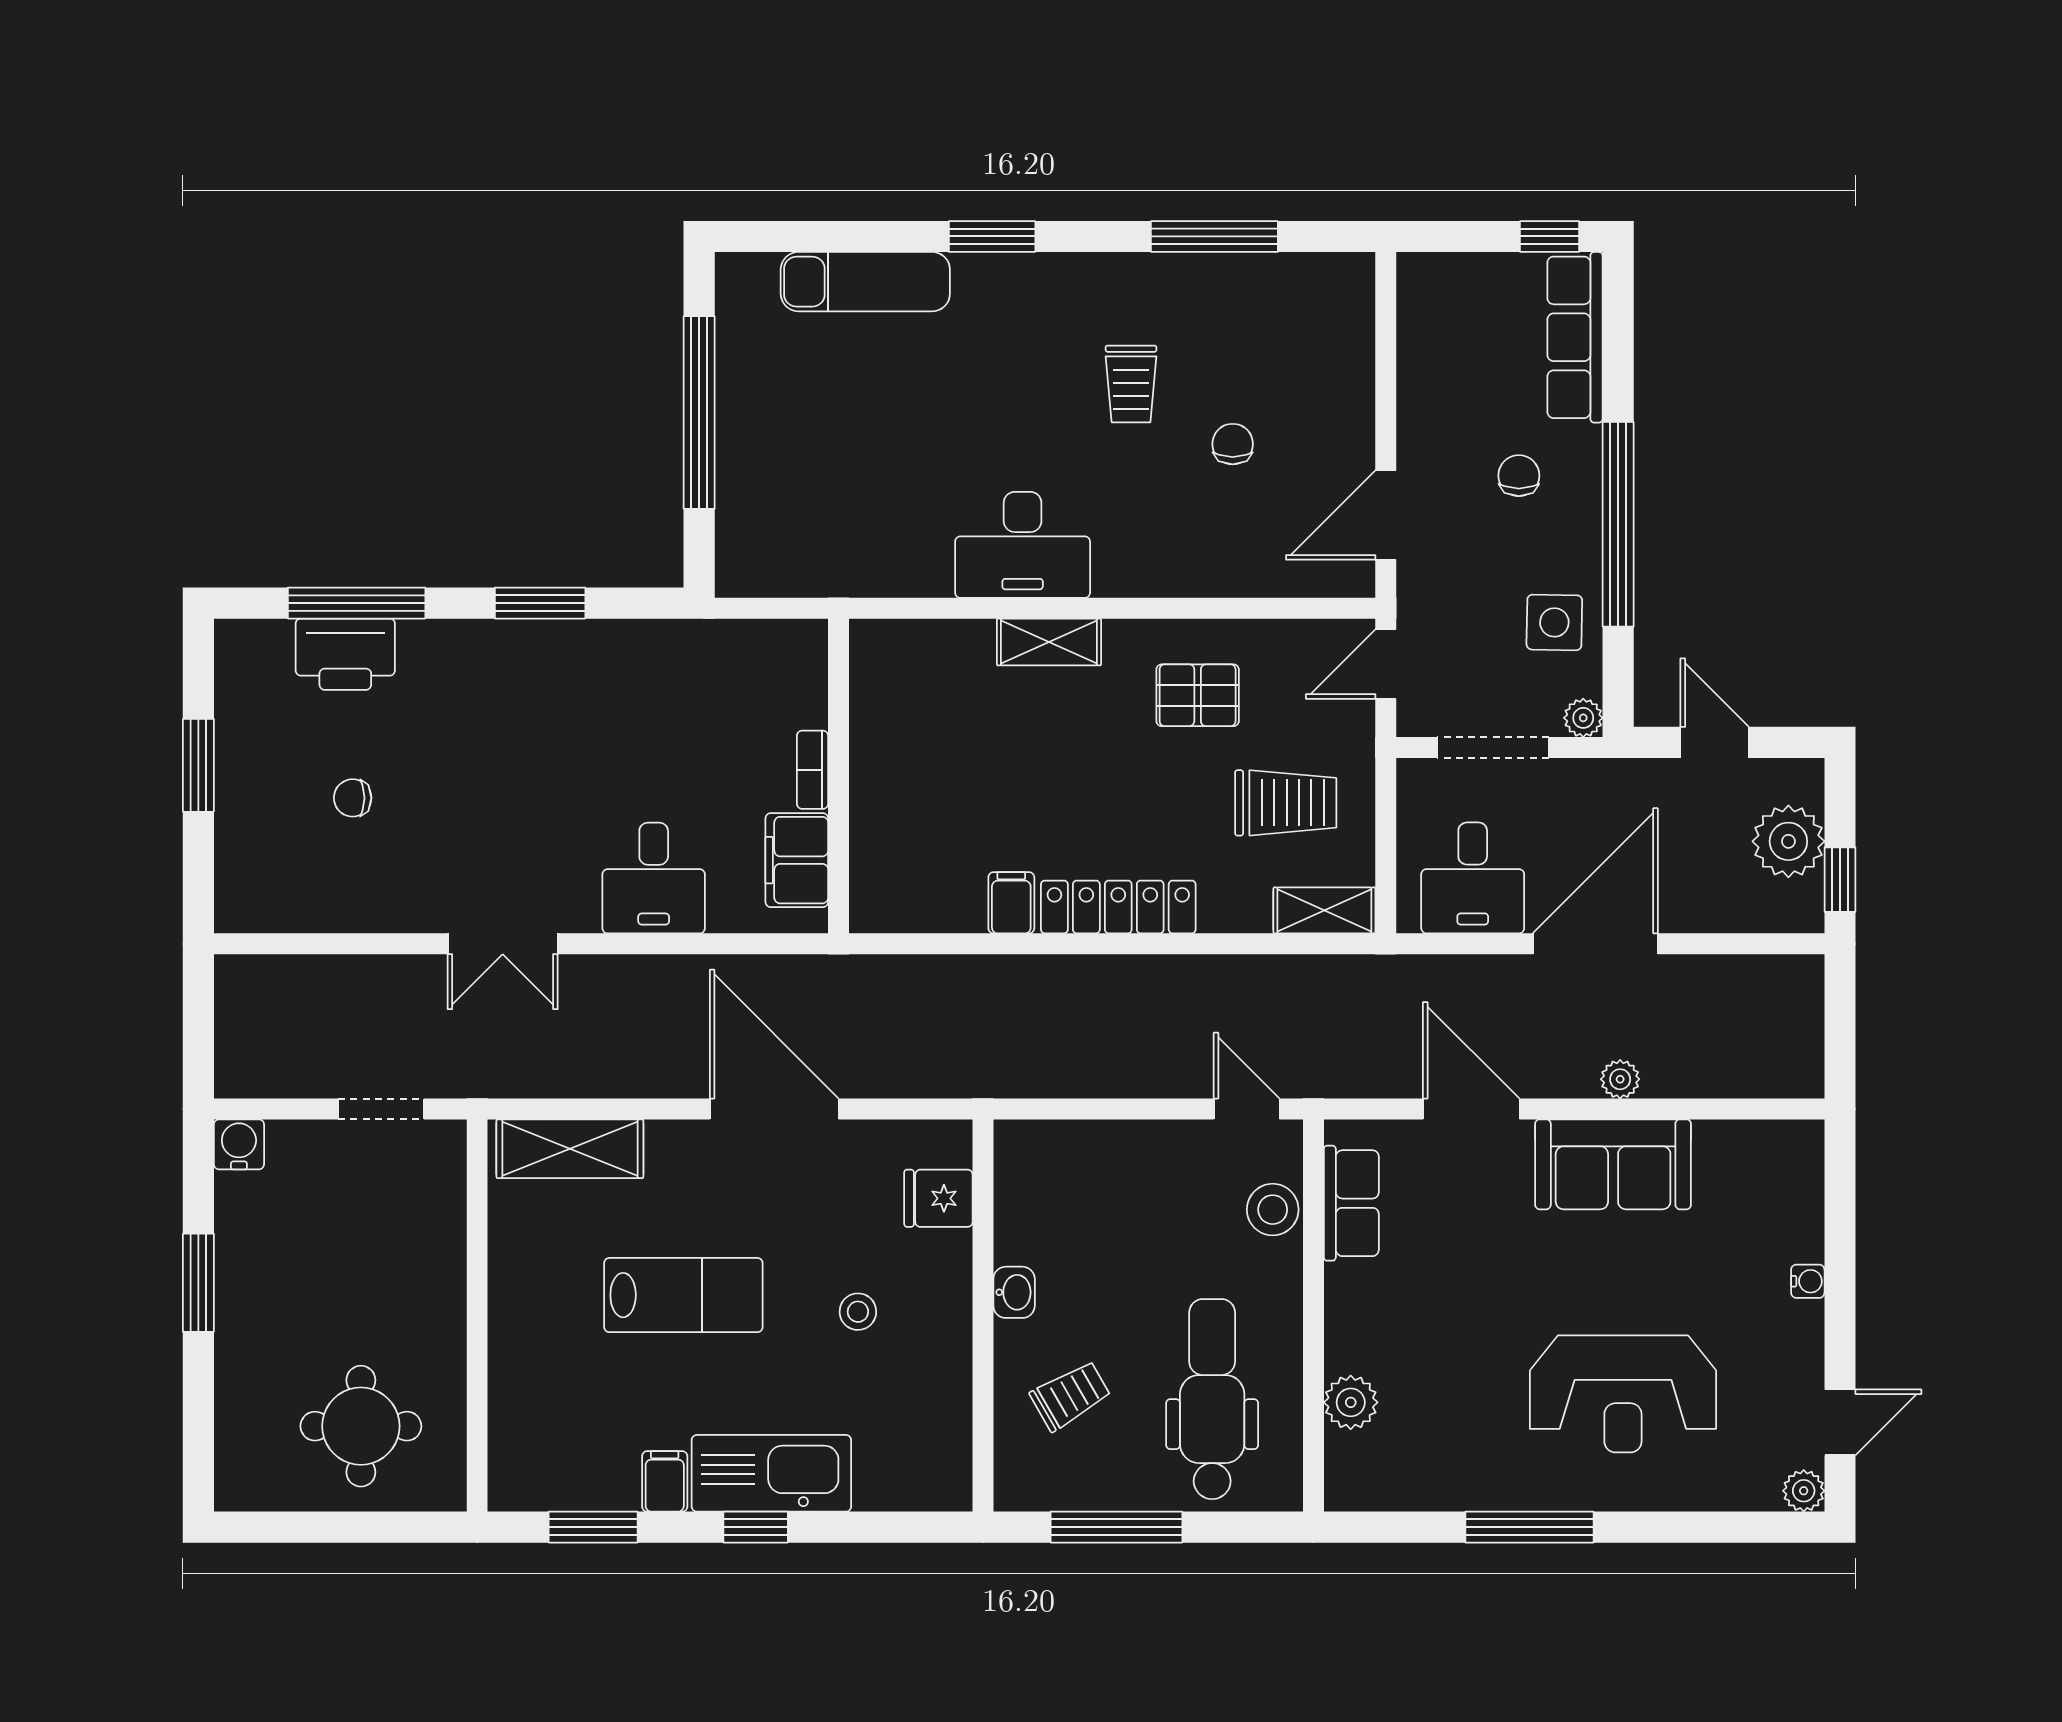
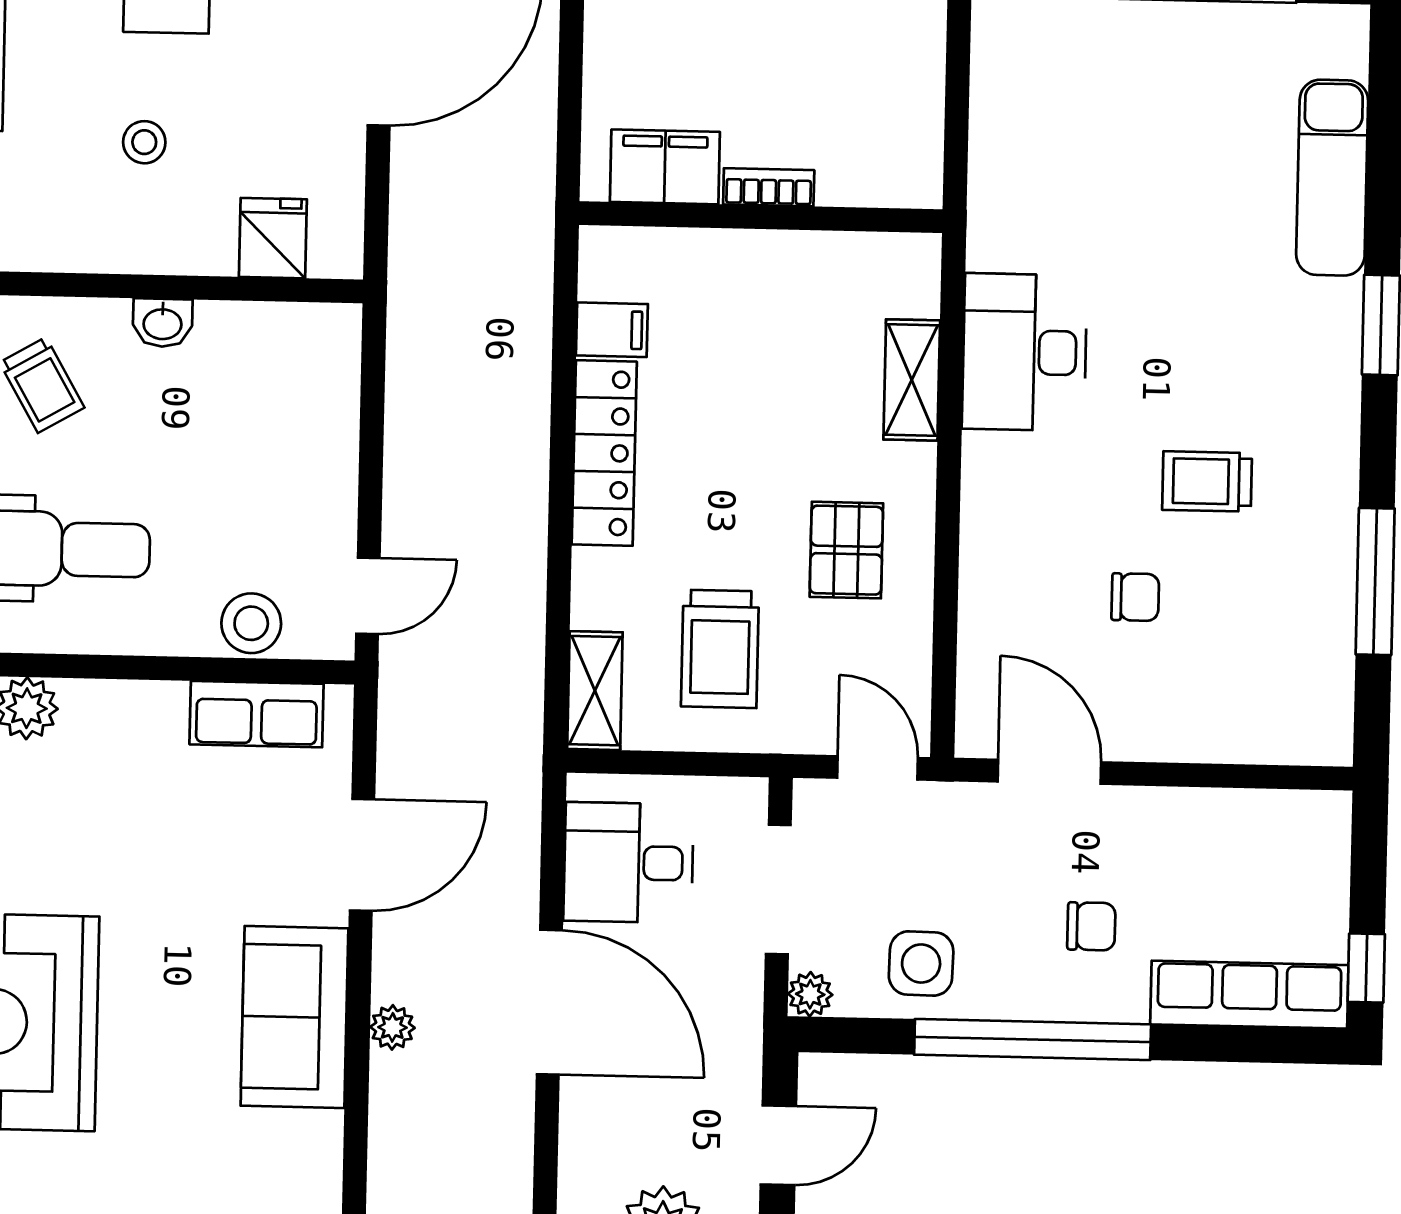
bookcase: (812, 770) -> (769, 187), moved
wall: (838, 776) -> (761, 217), moved
filing cabinet: (797, 860) -> (665, 167), moved

